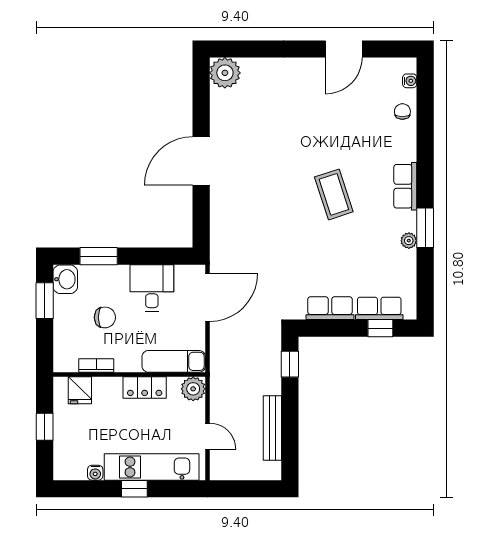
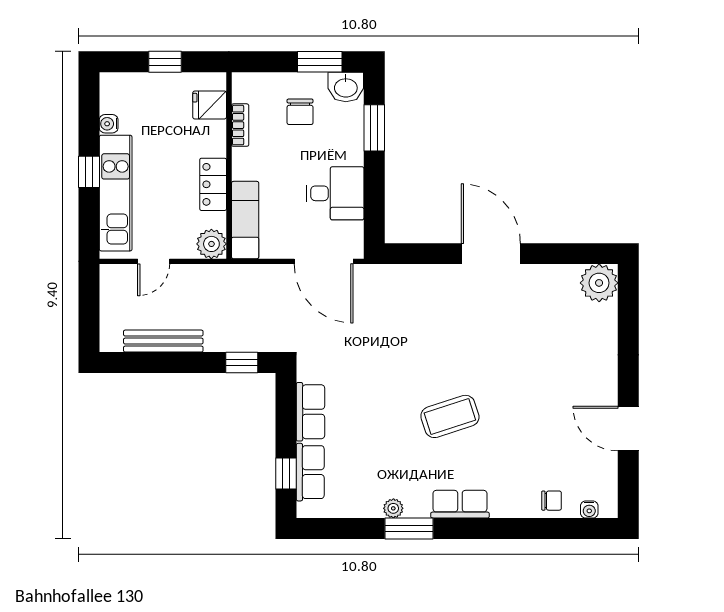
chair: (105, 317) -> (300, 112), moved

